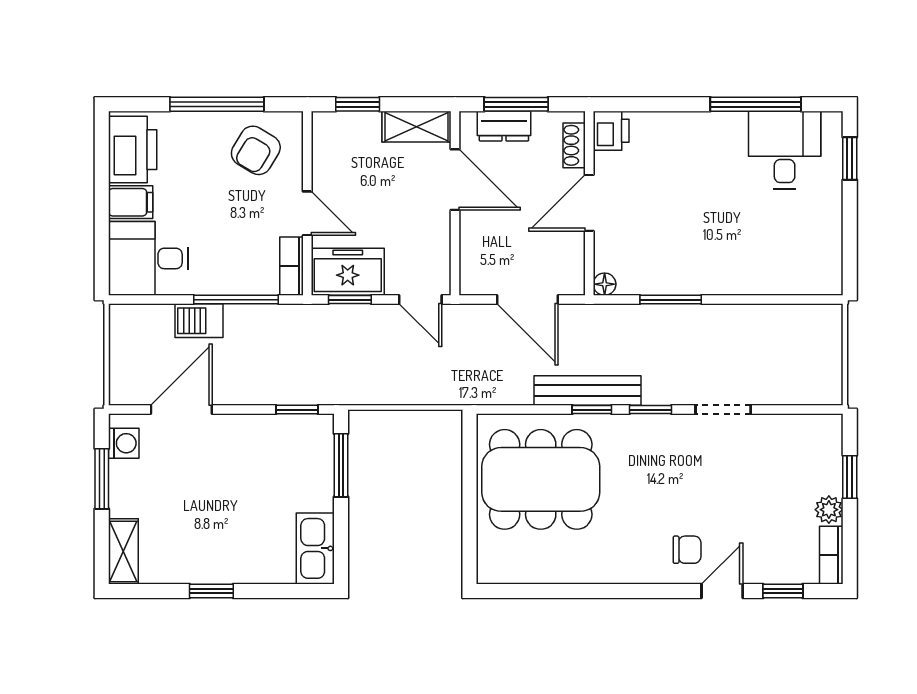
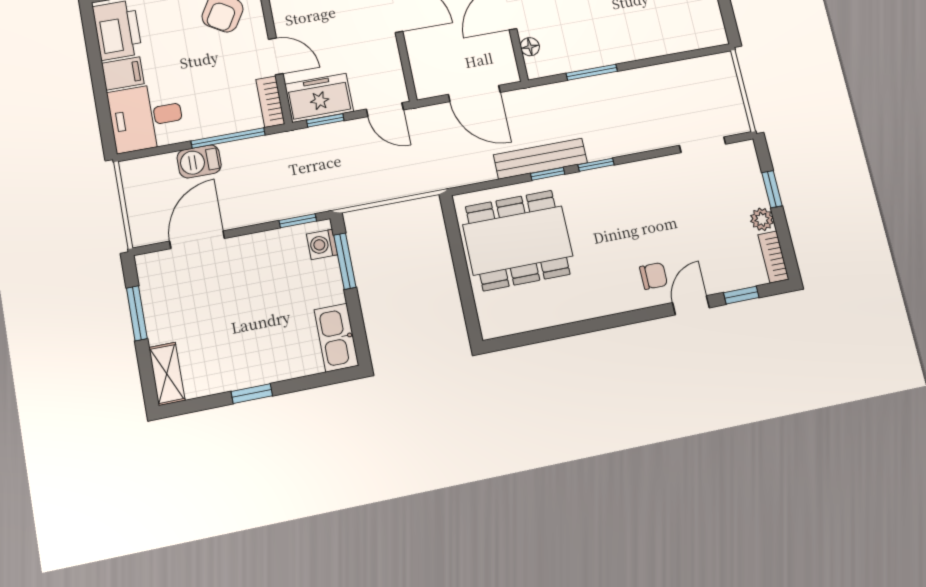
floor lamp: (605, 284) -> (530, 47), moved
doorway: (723, 410) -> (703, 145), moved
washing machine: (124, 443) -> (322, 244), moved, turned 180

